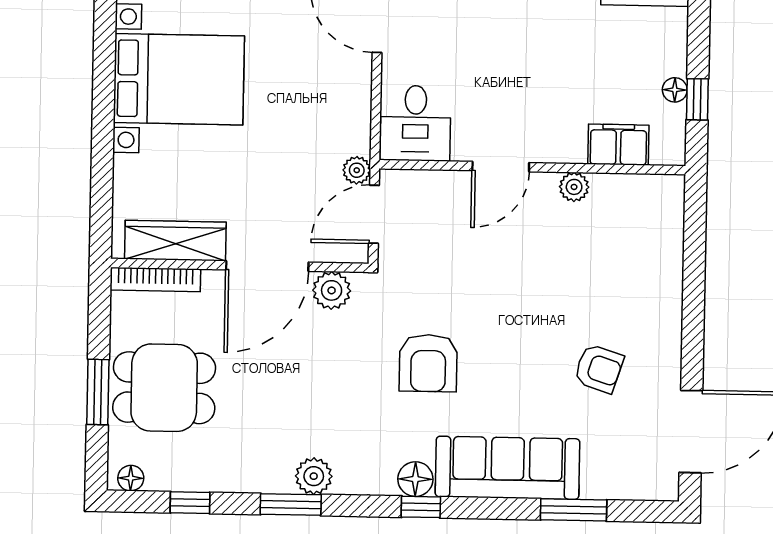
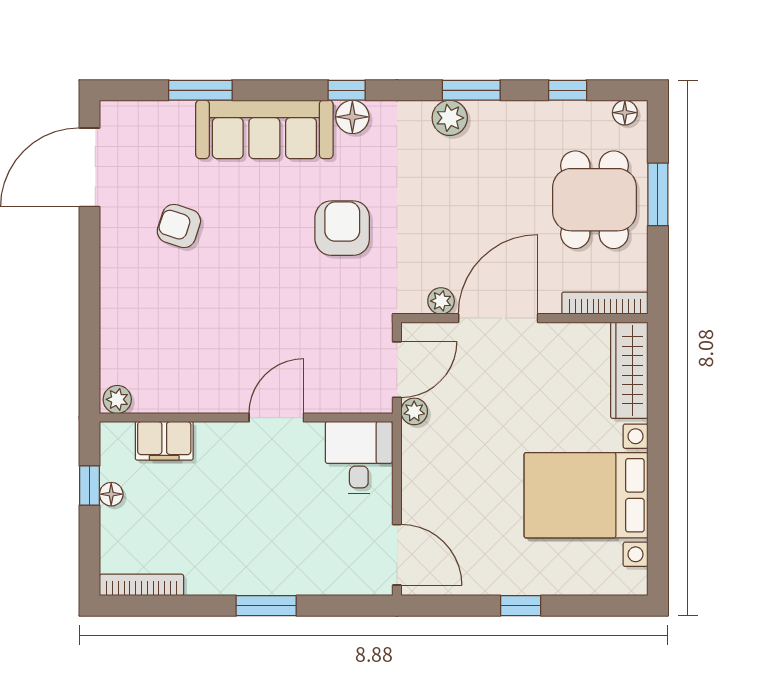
plant: (574, 187) -> (117, 399), moved
wardrobe: (175, 241) -> (629, 370), moved, turned 90
plant: (332, 290) -> (441, 301), width x0.73, depth x0.73
dining table: (164, 388) -> (595, 200), turned 90

